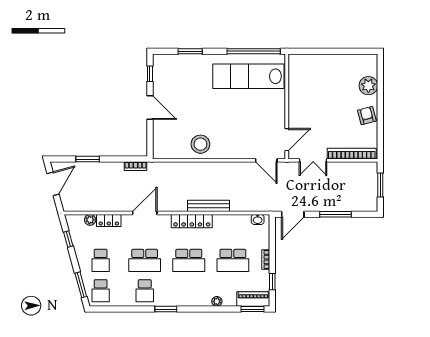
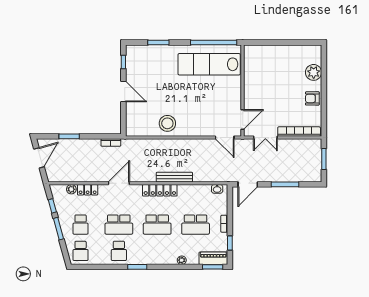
armchair: (367, 116) -> (312, 98), turned -75
window: (81, 285) -> (59, 229), moved

